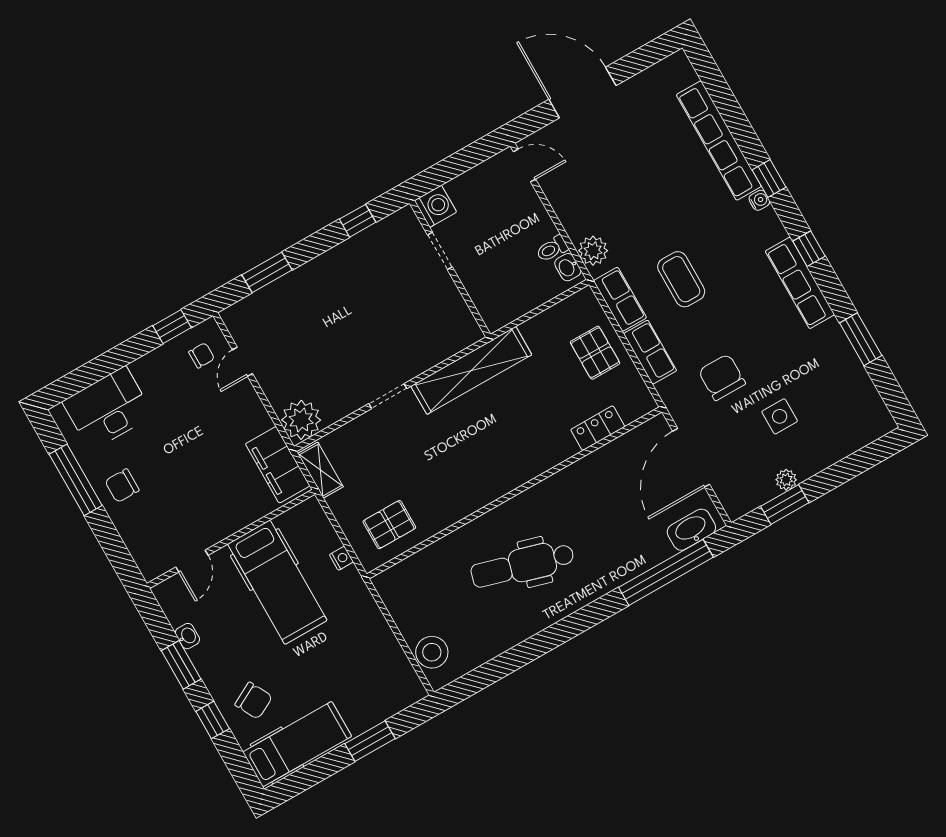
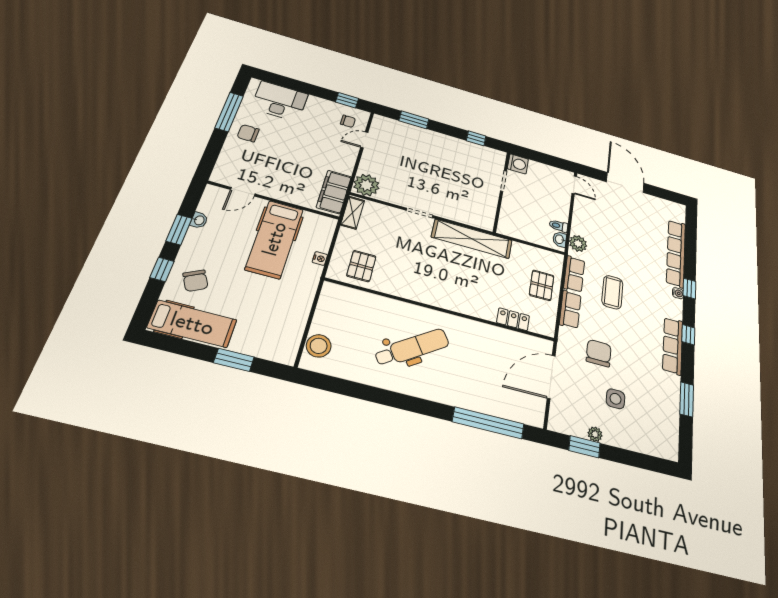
pallet: (389, 525) -> (361, 266), turned 90
washbasin: (691, 530) -> (521, 413), removed
dental chair: (522, 565) -> (412, 348), turned 130

